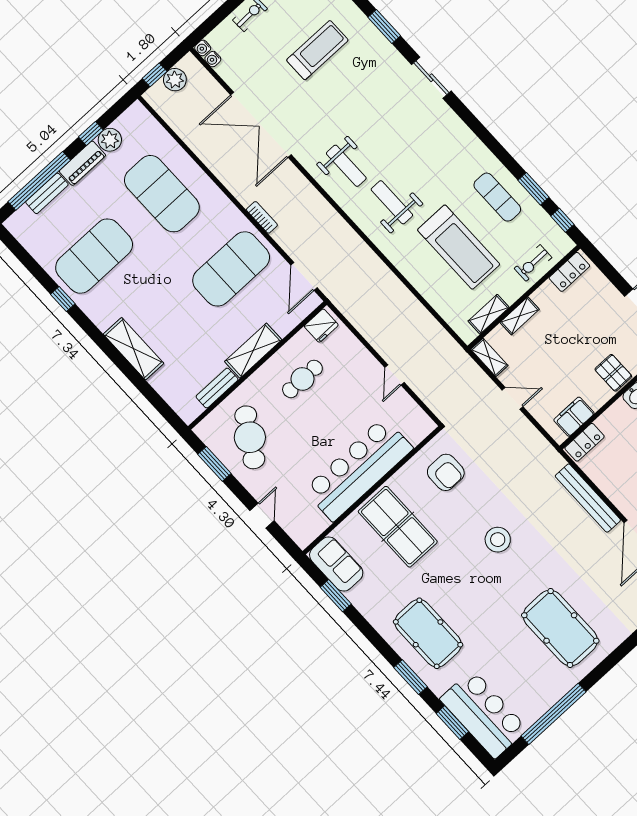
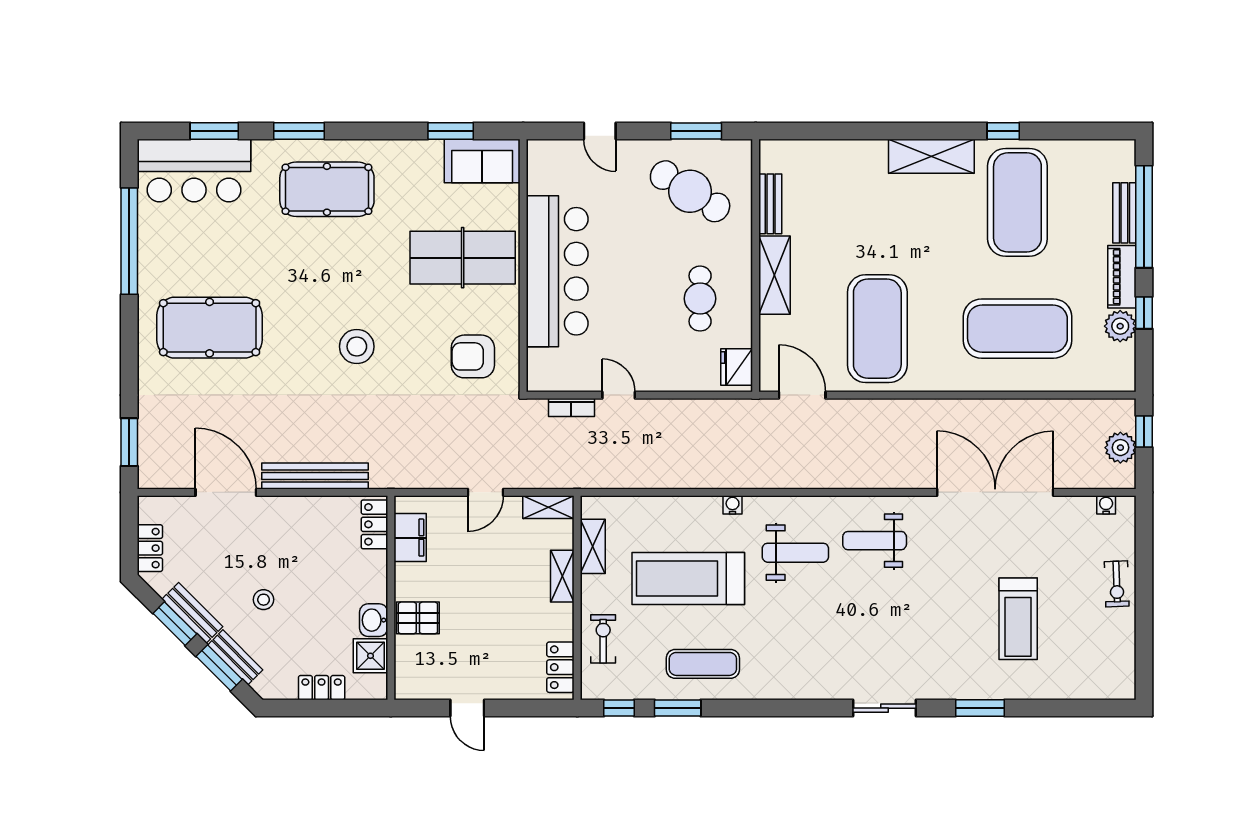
water cooler: (203, 48) -> (733, 505), moved
bookcase: (262, 217) -> (571, 408), moved
shelving: (134, 349) -> (931, 156), moved

